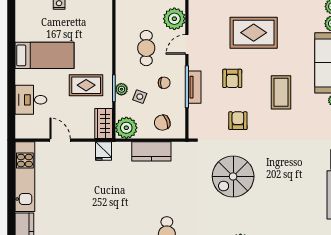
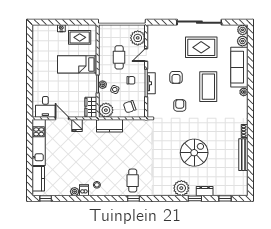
rug: (254, 33) -> (201, 47), moved
bed: (44, 55) -> (77, 64), moved, turned 180
rug: (86, 85) -> (80, 37), moved
coffee table: (281, 92) -> (208, 87), width x1.36, depth x1.32
desk: (31, 100) -> (45, 107), moved, turned -90
fridge: (103, 151) -> (77, 126), moved
kitchen counter: (151, 151) -> (110, 126), moved
spiral stairs: (233, 176) -> (194, 153), moved, turned 180

